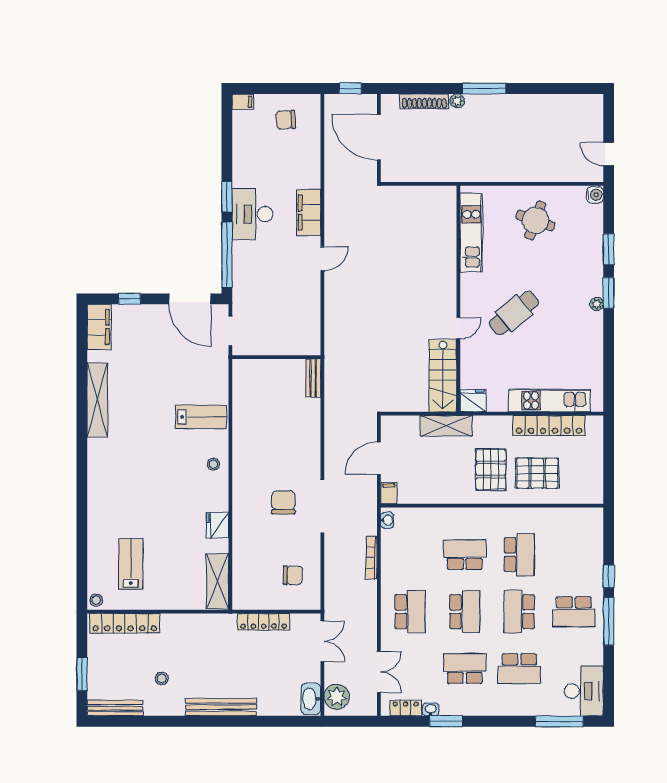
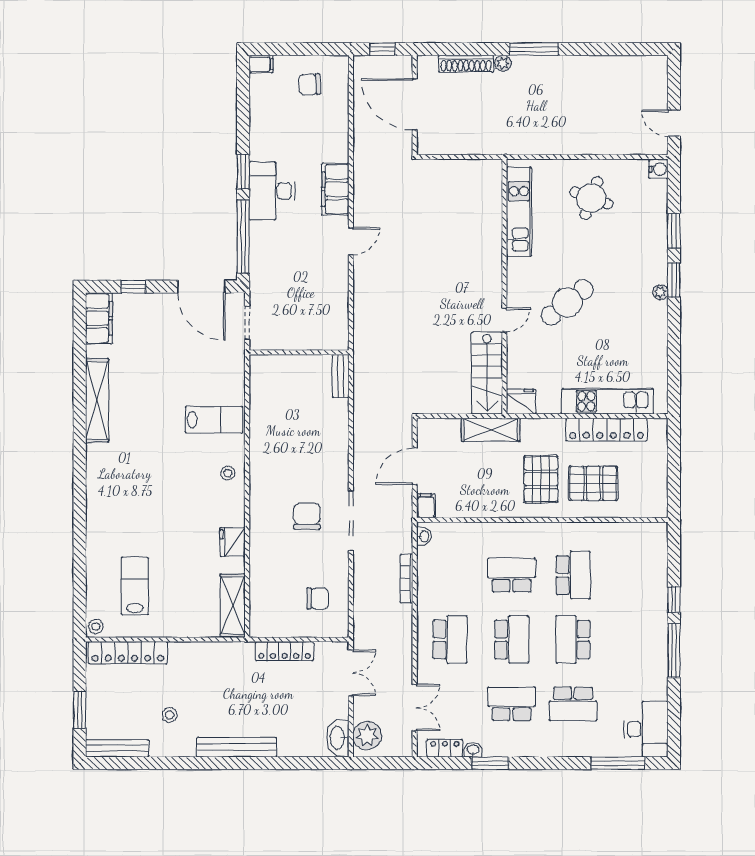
school desk: (574, 612) -> (635, 639), removed

